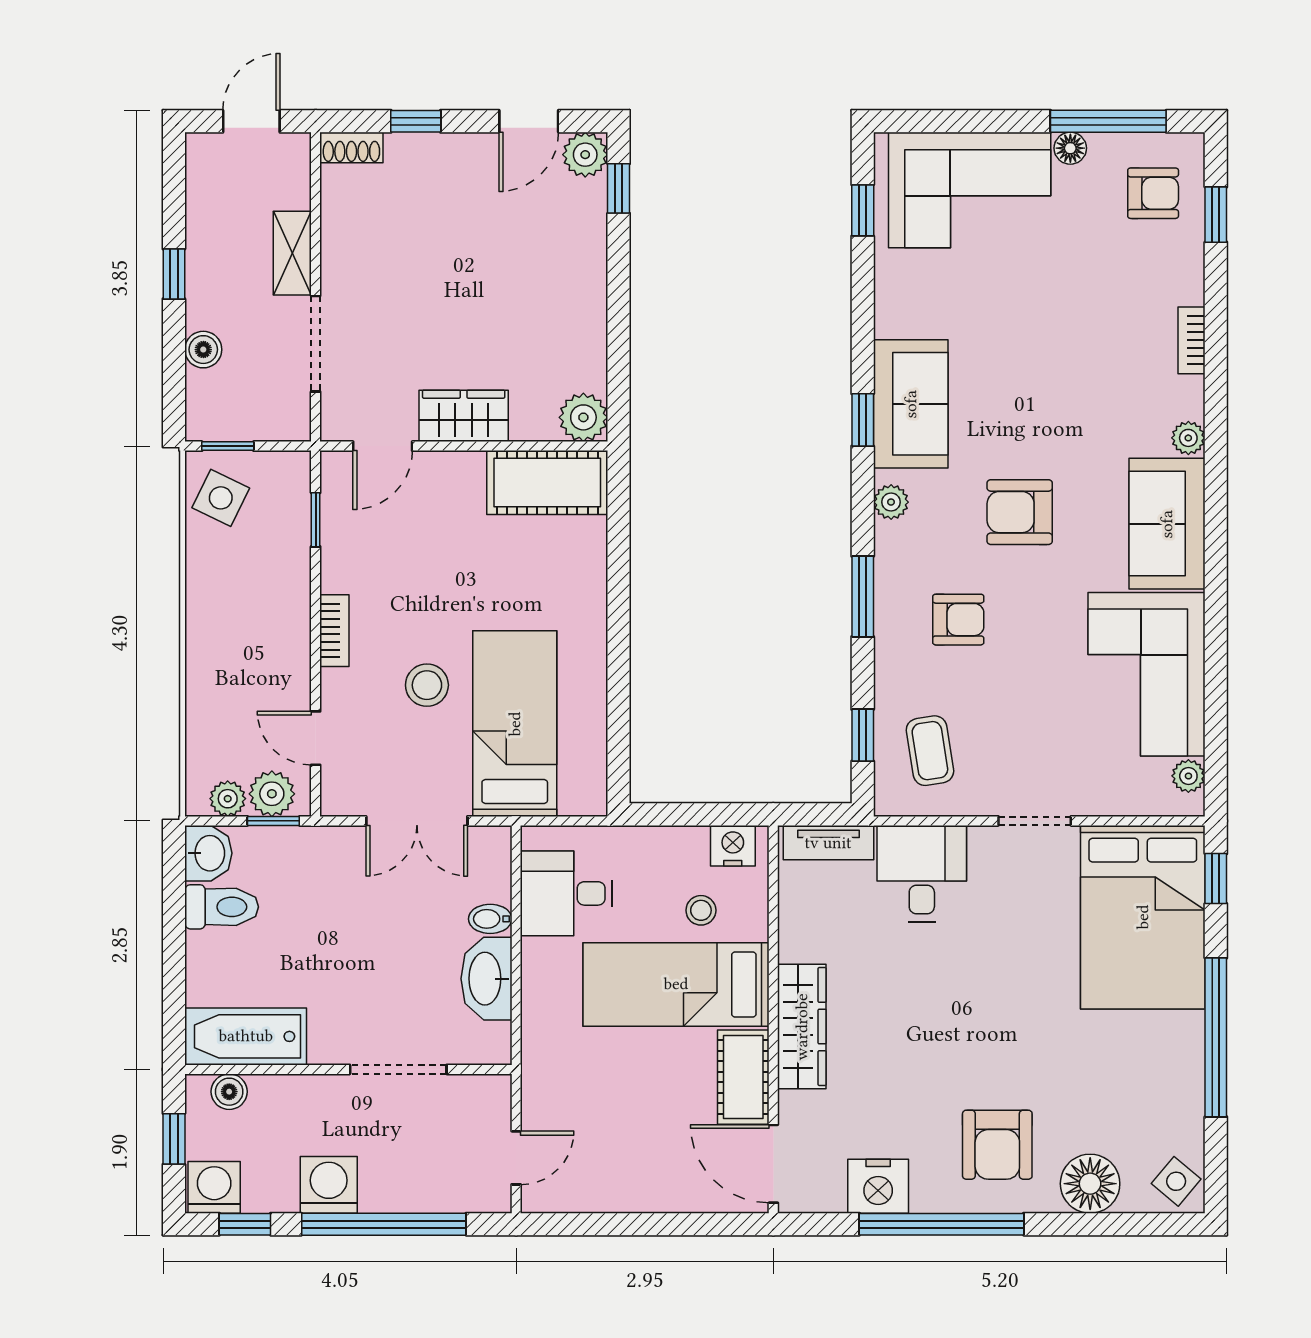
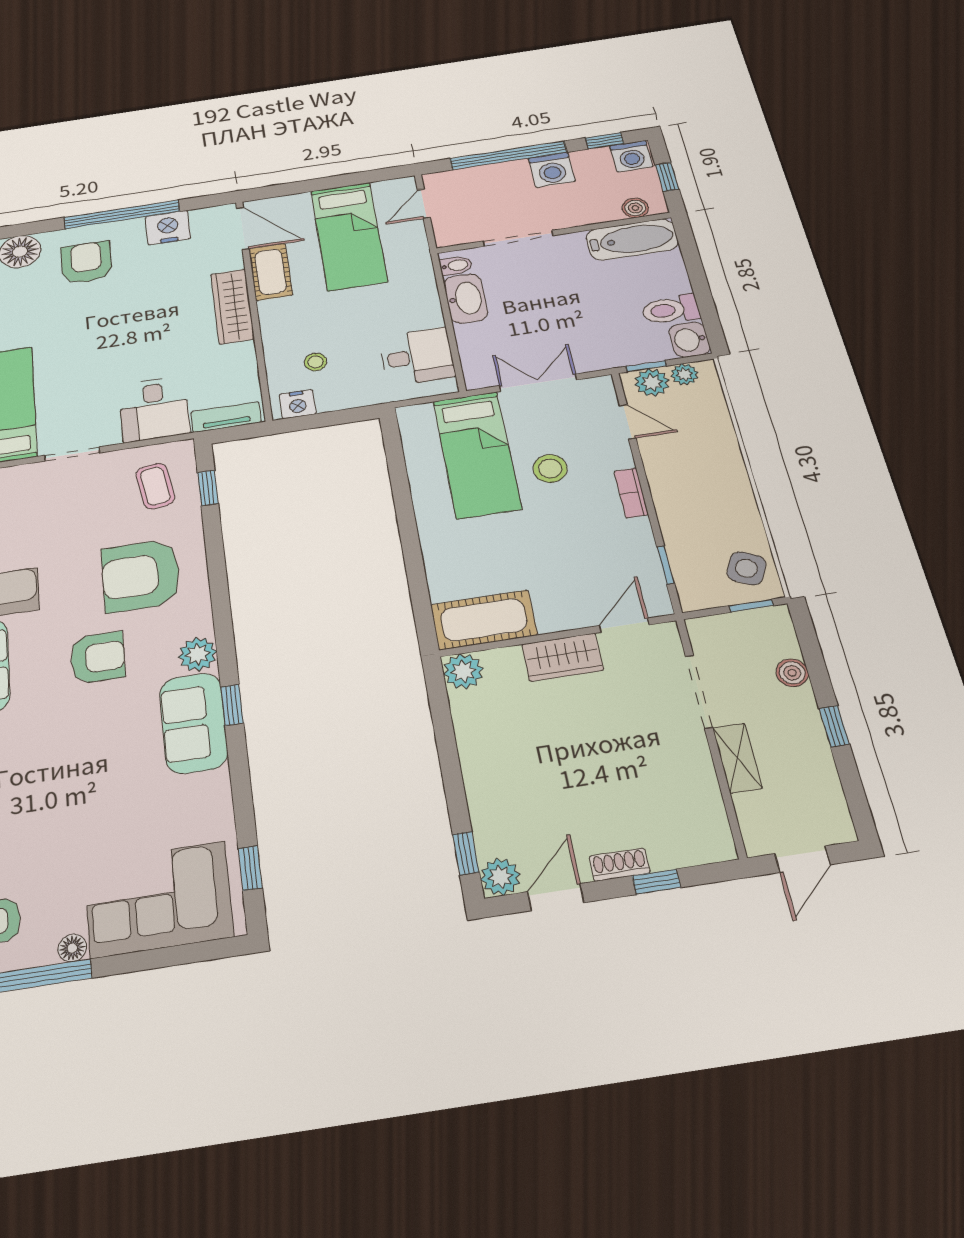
shoe rack: (351, 147) -> (619, 865), moved
plant: (891, 502) -> (198, 654), width x1.38, depth x1.38
window: (863, 596) -> (218, 580), removed
armchair: (958, 620) -> (141, 575), width x1.88, depth x1.88
bidet: (490, 919) -> (456, 265), moved
bed: (676, 984) -> (349, 236), moved, turned 90

